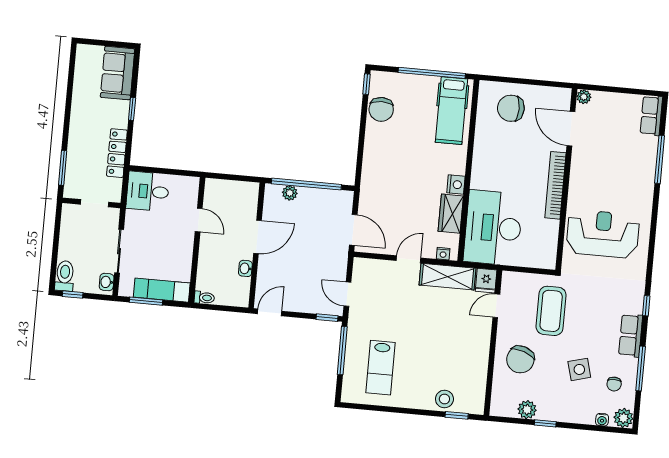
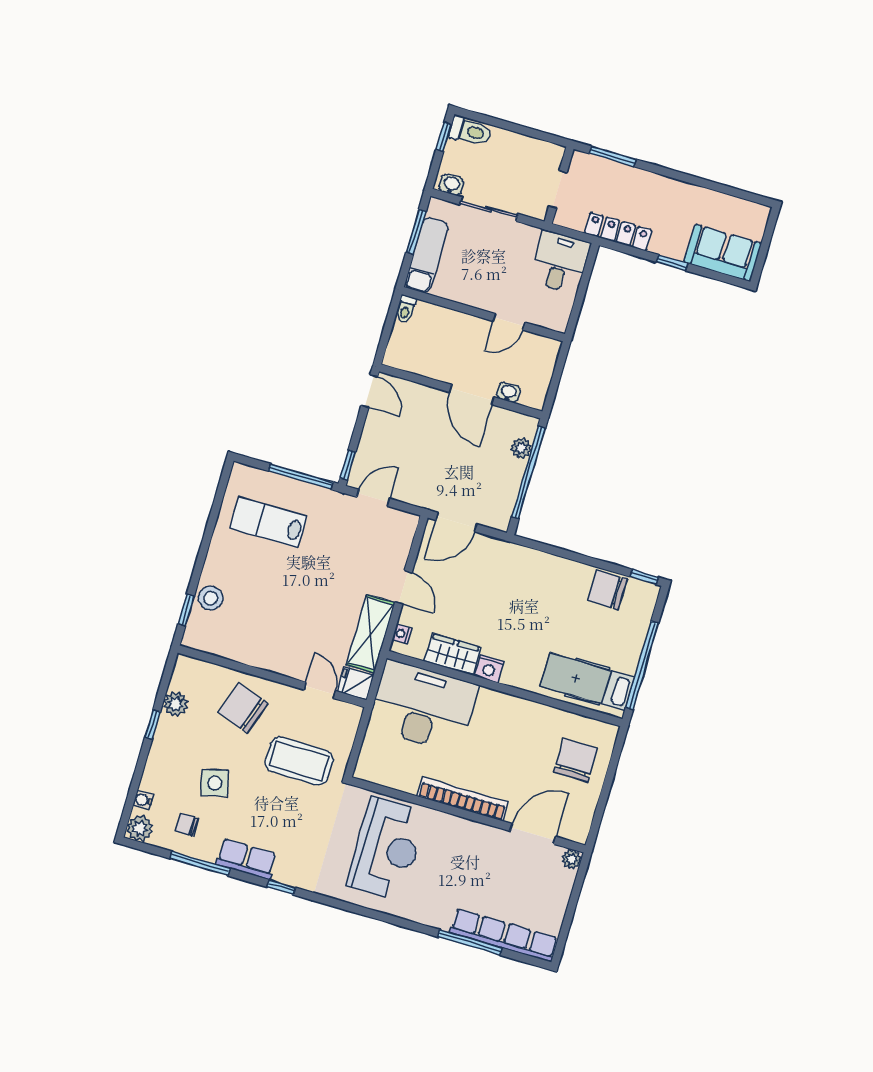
row of seats: (651, 116) -> (504, 935), width x2.02
washbasin: (245, 268) -> (508, 392), moved

